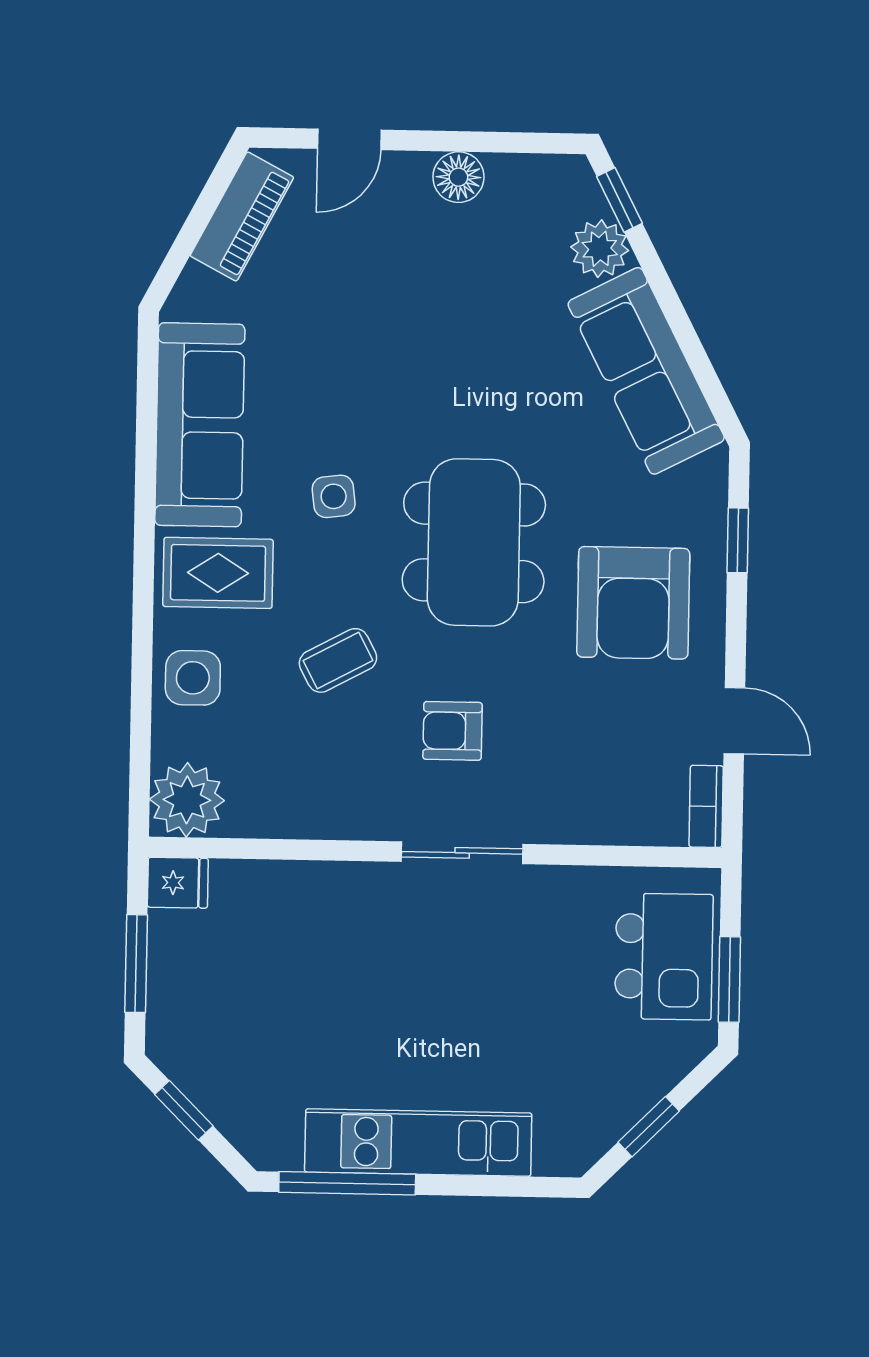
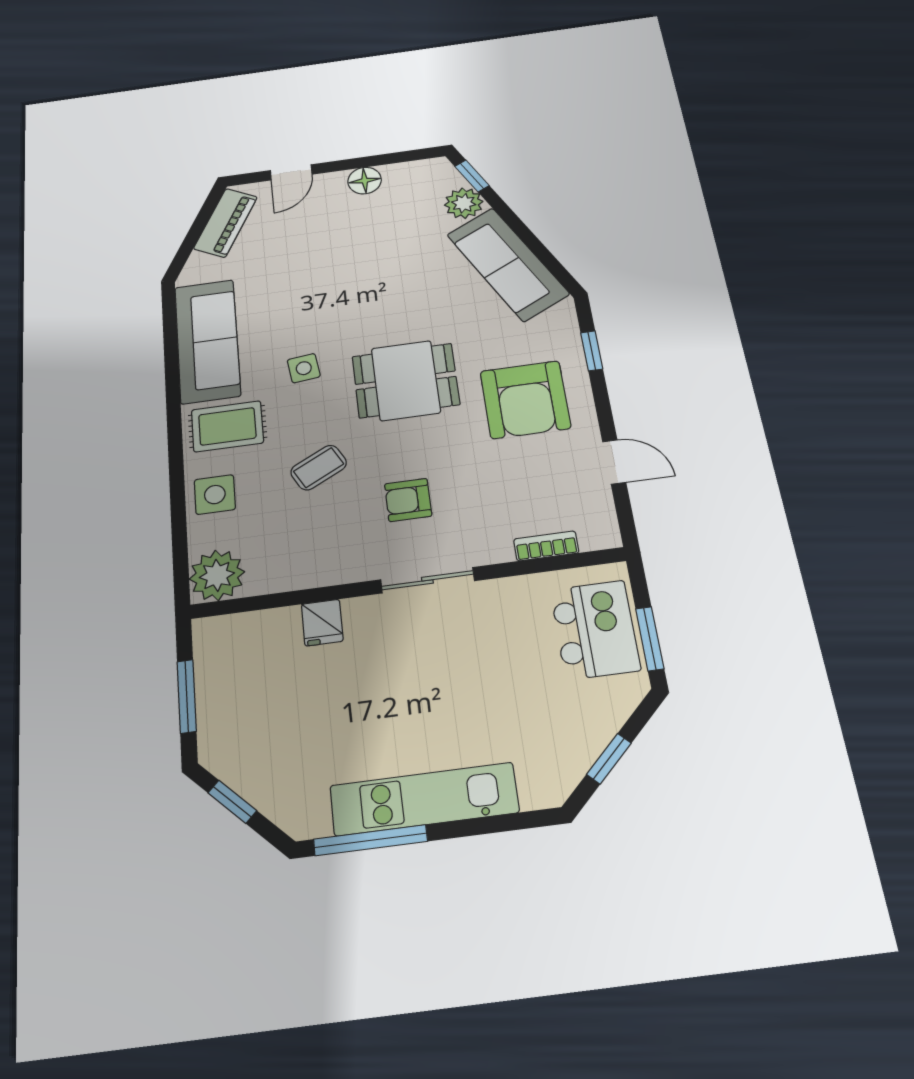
dining table: (474, 542) -> (406, 380), width x0.73
bookcase: (706, 806) -> (546, 546), moved, turned 90
fridge: (178, 883) -> (322, 623), moved, turned 90

